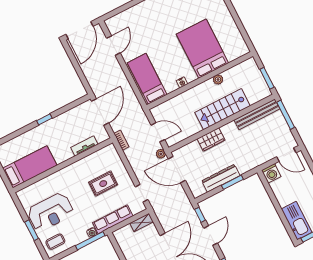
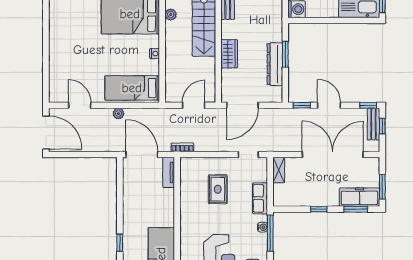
window: (44, 119) -> (120, 243), moved
tv unit: (84, 146) -> (169, 172), moved
plant: (161, 154) -> (118, 114), moved
row of seats: (113, 219) -> (260, 198), width x0.68

